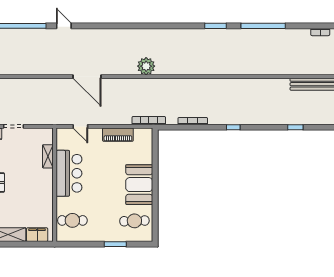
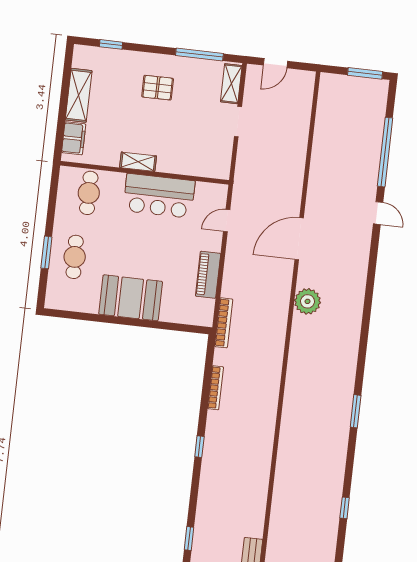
door: (64, 26) -> (378, 213), hinge flipped
window: (215, 26) -> (356, 411), moved
window: (263, 26) -> (345, 508), width x0.32
plant: (146, 66) -> (308, 301), moved
shelving: (48, 156) -> (138, 162), moved
cafe table: (134, 221) -> (75, 257), moved

